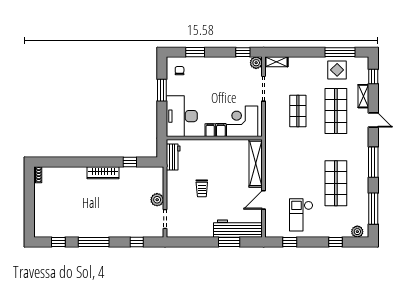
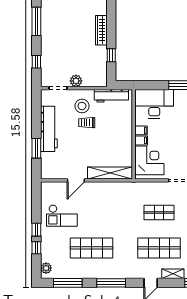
workbench: (173, 157) -> (111, 96), width x1.38
stool: (184, 193) -> (82, 106), added
door: (264, 200) -> (76, 180), swing flipped
checkout: (301, 215) -> (62, 216), turned 180
workbench: (238, 229) -> (49, 129), moved
window: (290, 242) -> (36, 230), moved

